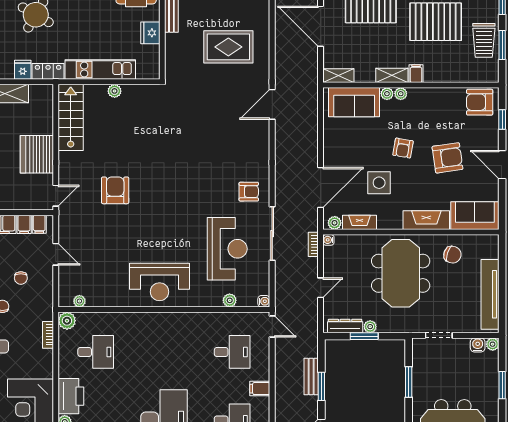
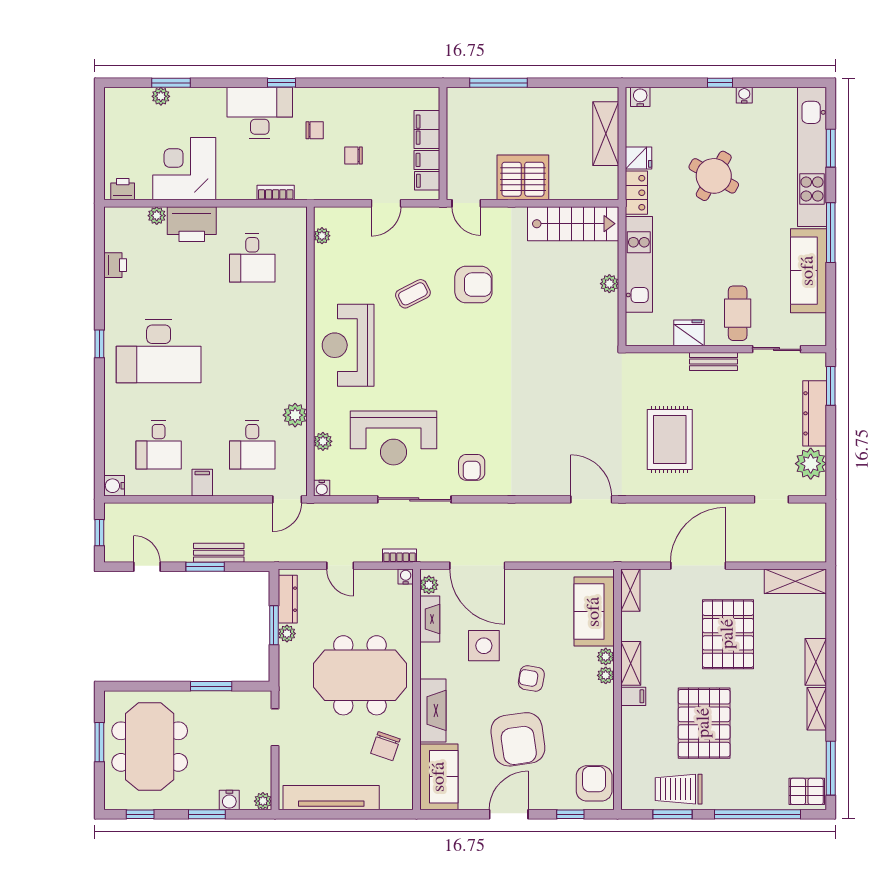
armchair: (447, 158) -> (518, 739), width x1.36, depth x1.36
coffee table: (122, 235) -> (413, 294), added
plant: (67, 321) -> (295, 415), moved
water cooler: (478, 345) -> (229, 800), moved, turned 90

